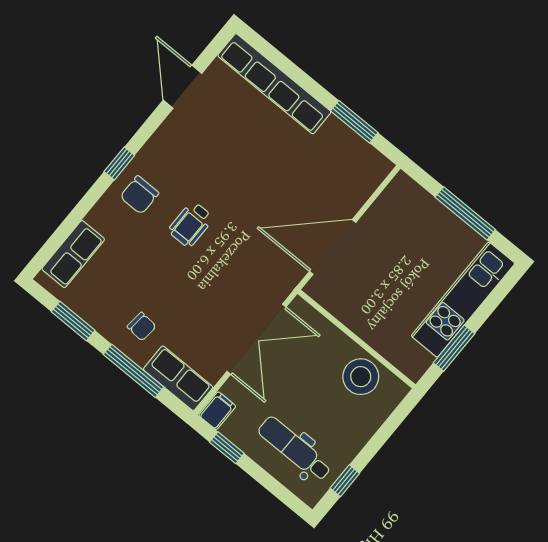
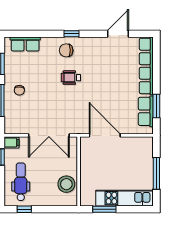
row of seats: (178, 378) -> (146, 111), moved, turned 180

